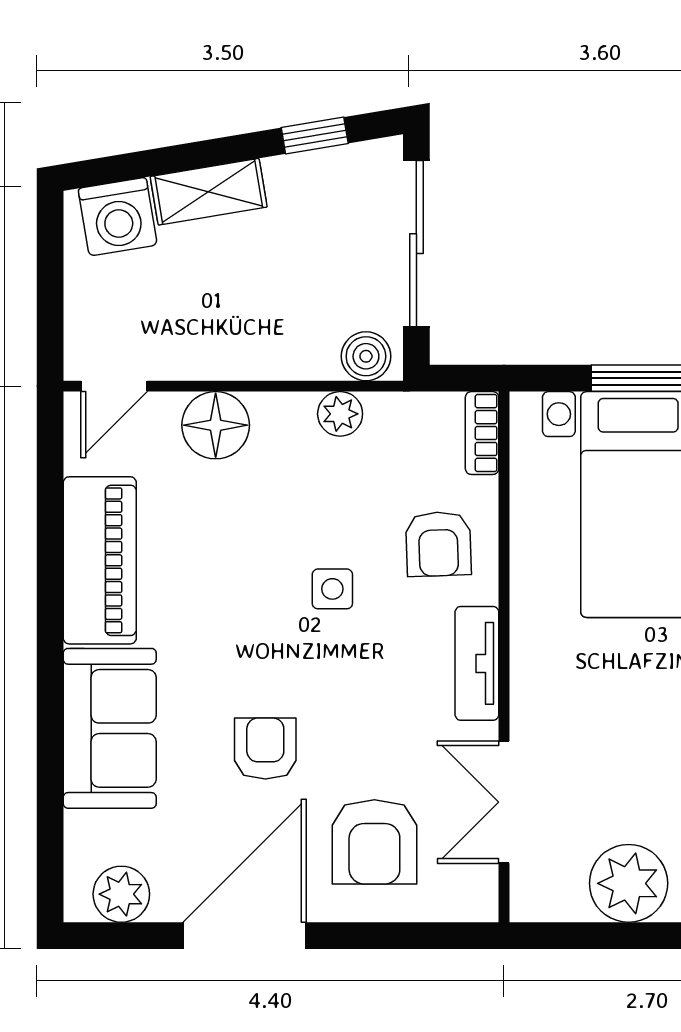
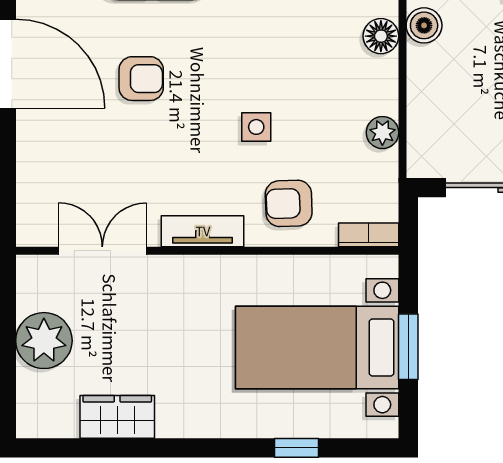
boiler: (366, 356) -> (424, 25), moved
floor lamp: (216, 425) -> (381, 36), width x0.73, depth x0.73
armchair: (374, 842) -> (74, 157), removed

